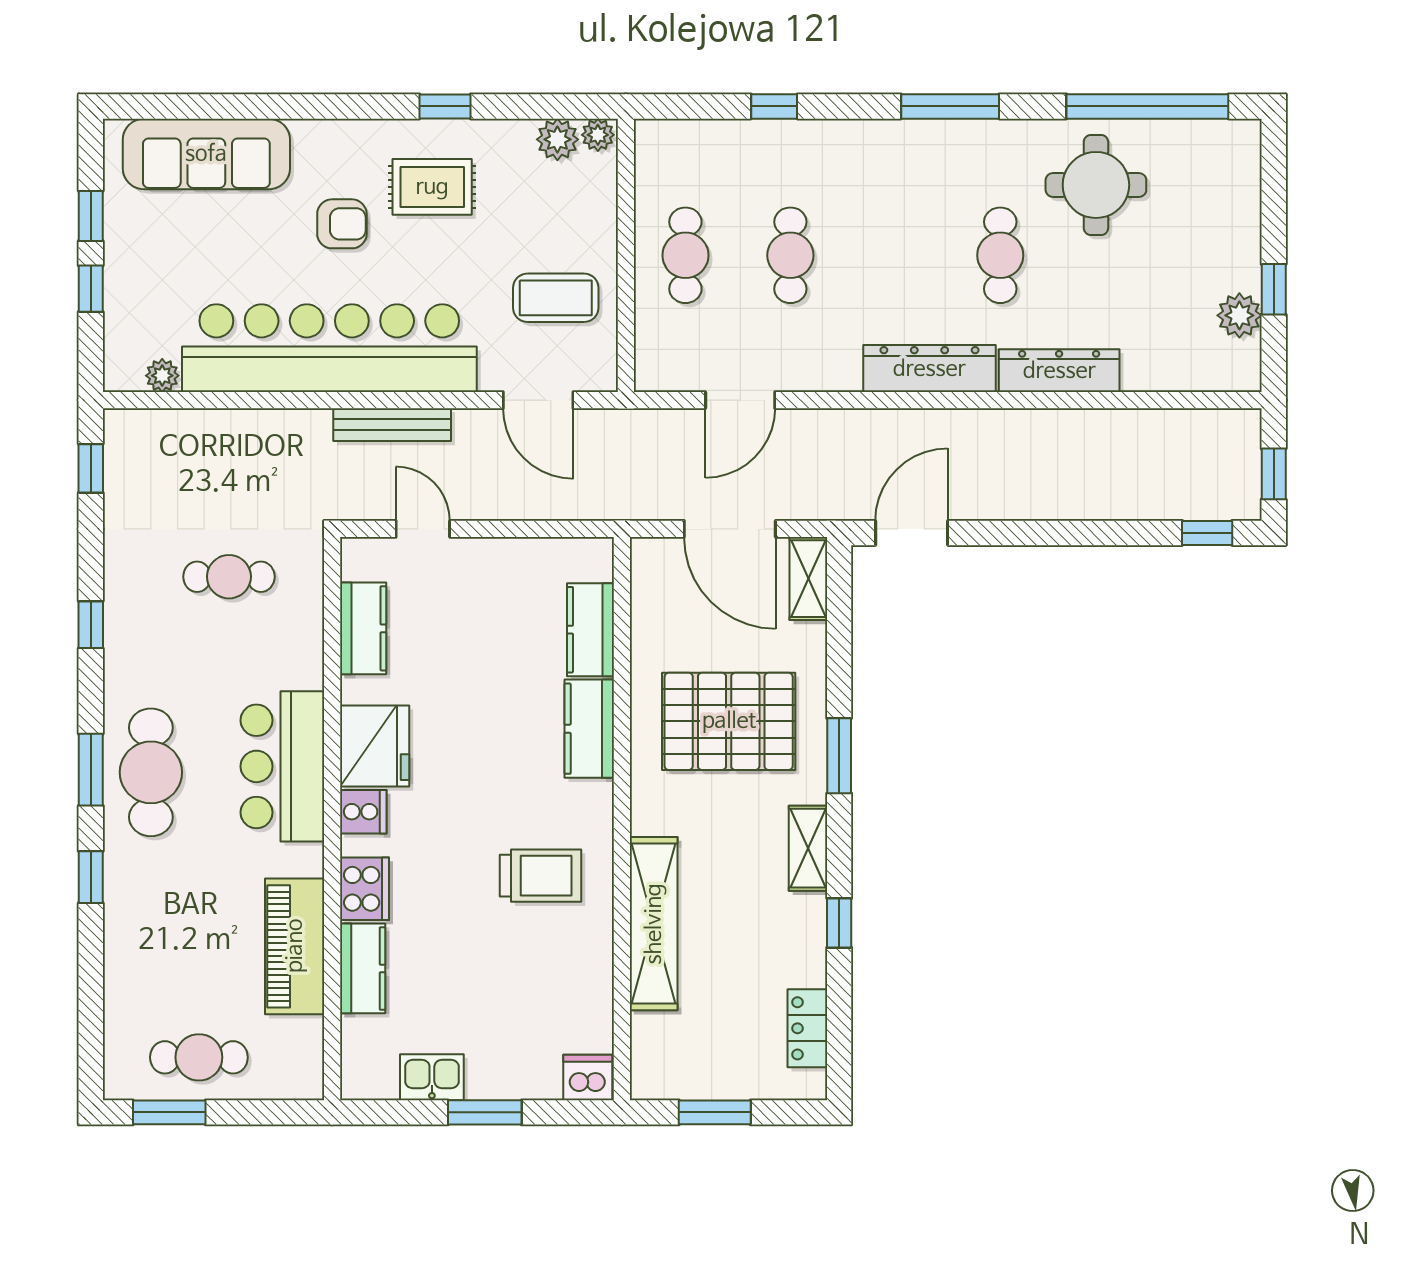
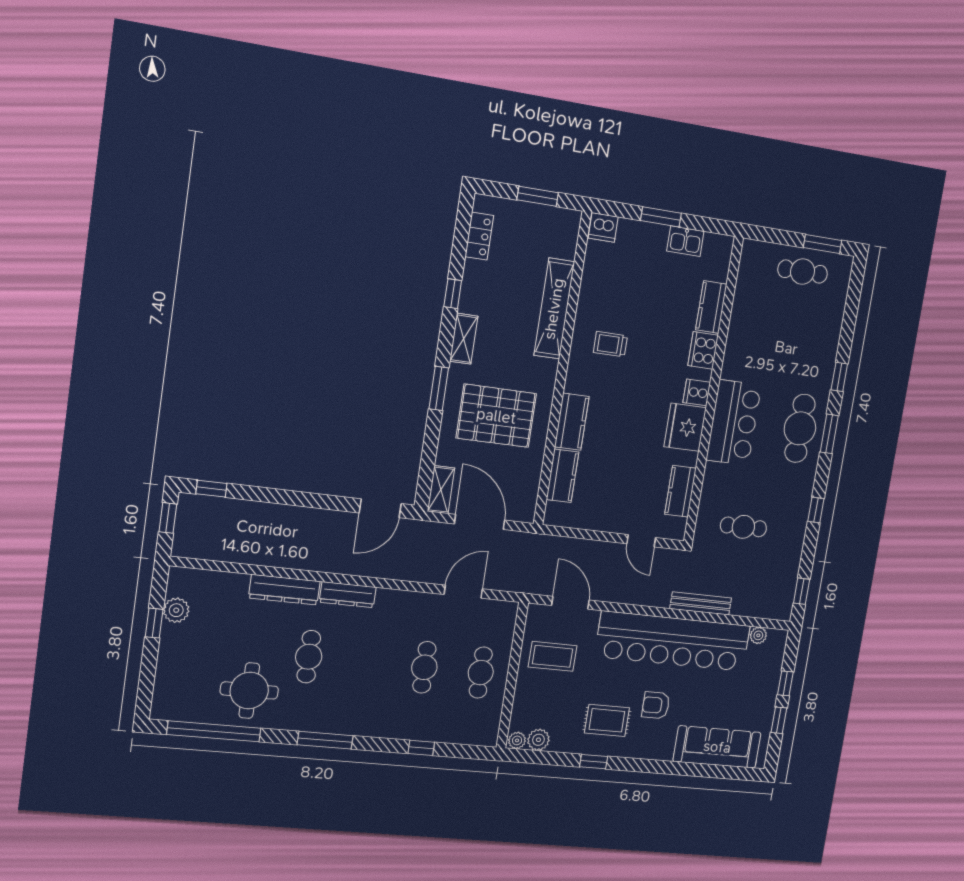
dresser: (929, 369) -> (348, 595), width x0.73, depth x0.80
bench: (392, 425) -> (701, 603), moved
trolley: (540, 876) -> (610, 344), width x0.73, depth x0.72
piano: (295, 946) -> (744, 324), removed

